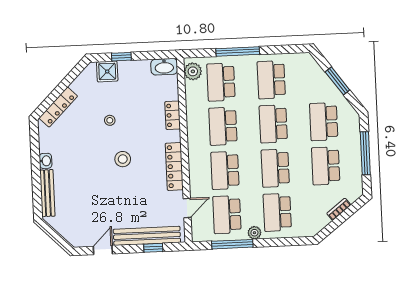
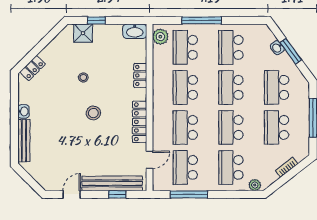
washbasin: (322, 78) -> (277, 48), added
locker: (58, 107) -> (33, 68), width x0.66
plant: (254, 233) -> (255, 185), moved

